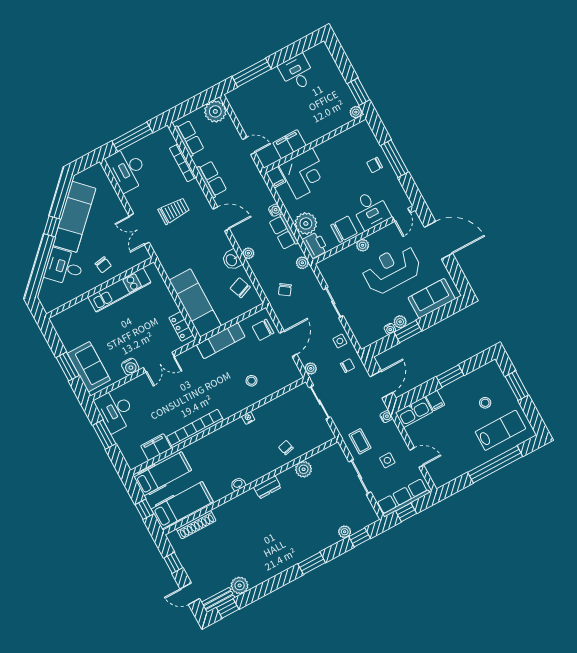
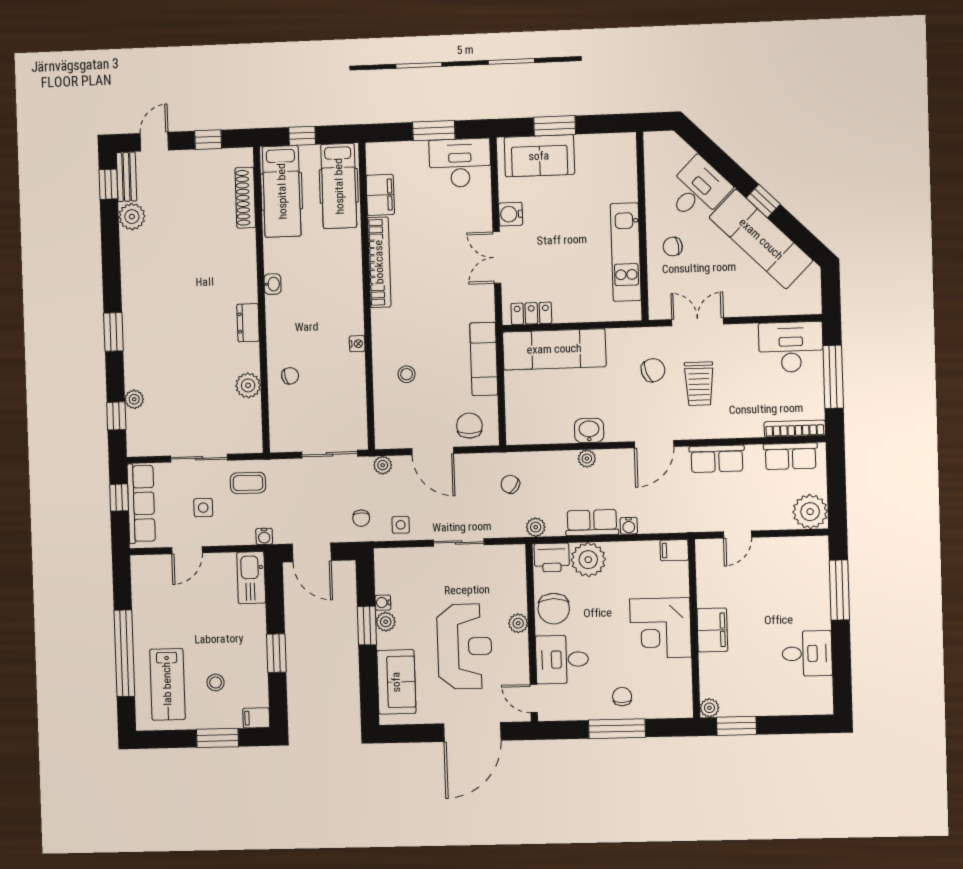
filing cabinet: (289, 144) -> (712, 630), moved
bookcase: (183, 163) -> (795, 429), moved
corner desk: (304, 173) -> (660, 628), moved
chair: (240, 288) -> (653, 370), moved
filing cabinet: (435, 400) -> (256, 718), moved

